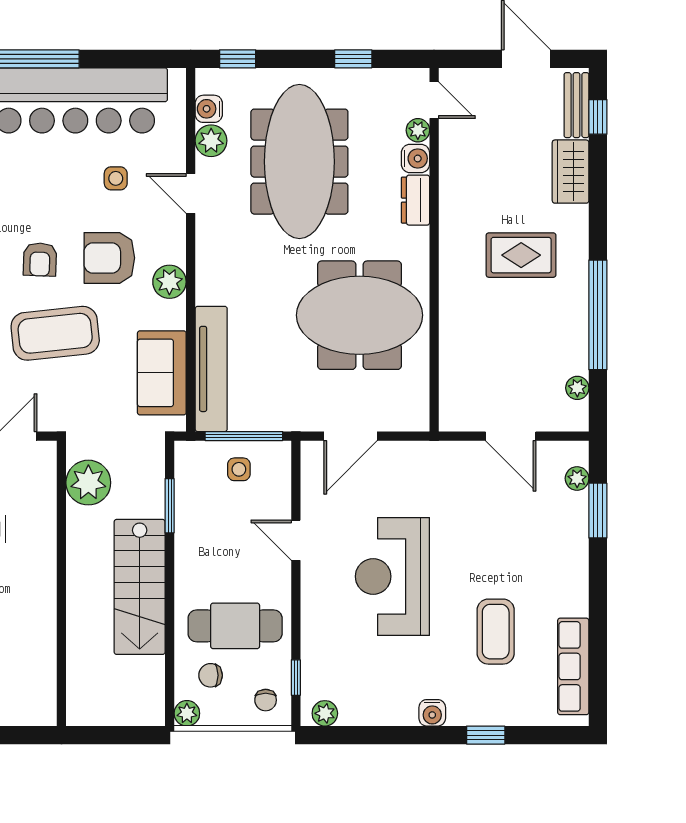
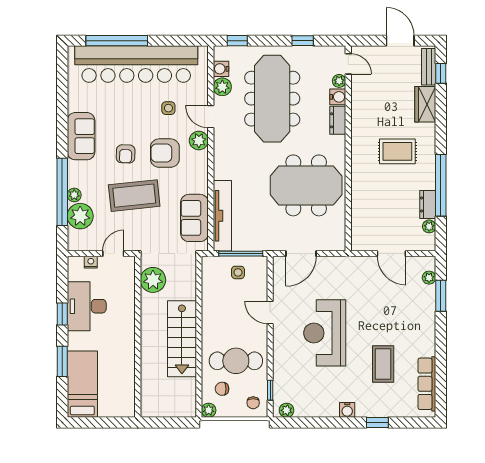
plant: (169, 282) -> (199, 141), moved
dresser: (575, 349) -> (428, 204), added
window: (170, 506) -> (199, 293), removed

